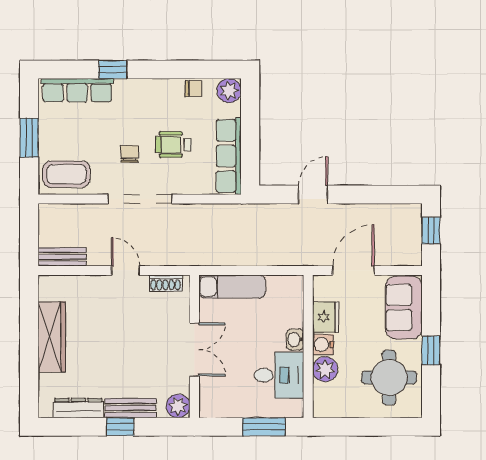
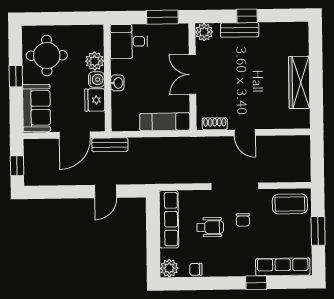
bench: (62, 257) -> (110, 145), moved
desk: (279, 375) -> (129, 41), moved
dresser: (78, 408) -> (278, 29), removed
window: (264, 427) -> (162, 17), moved

